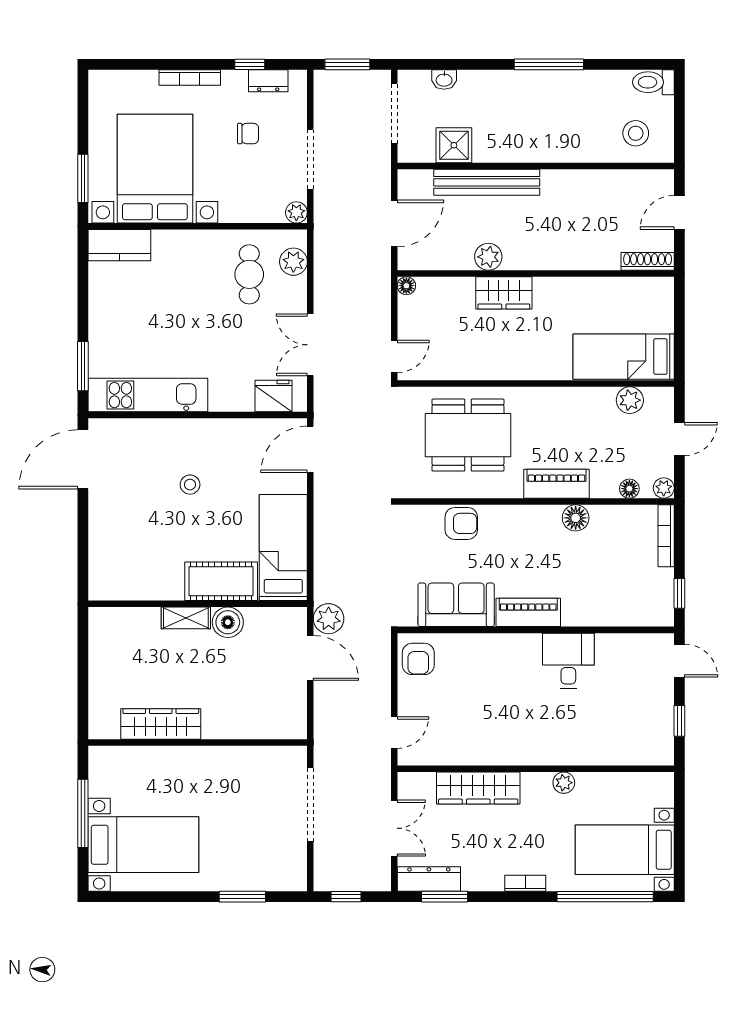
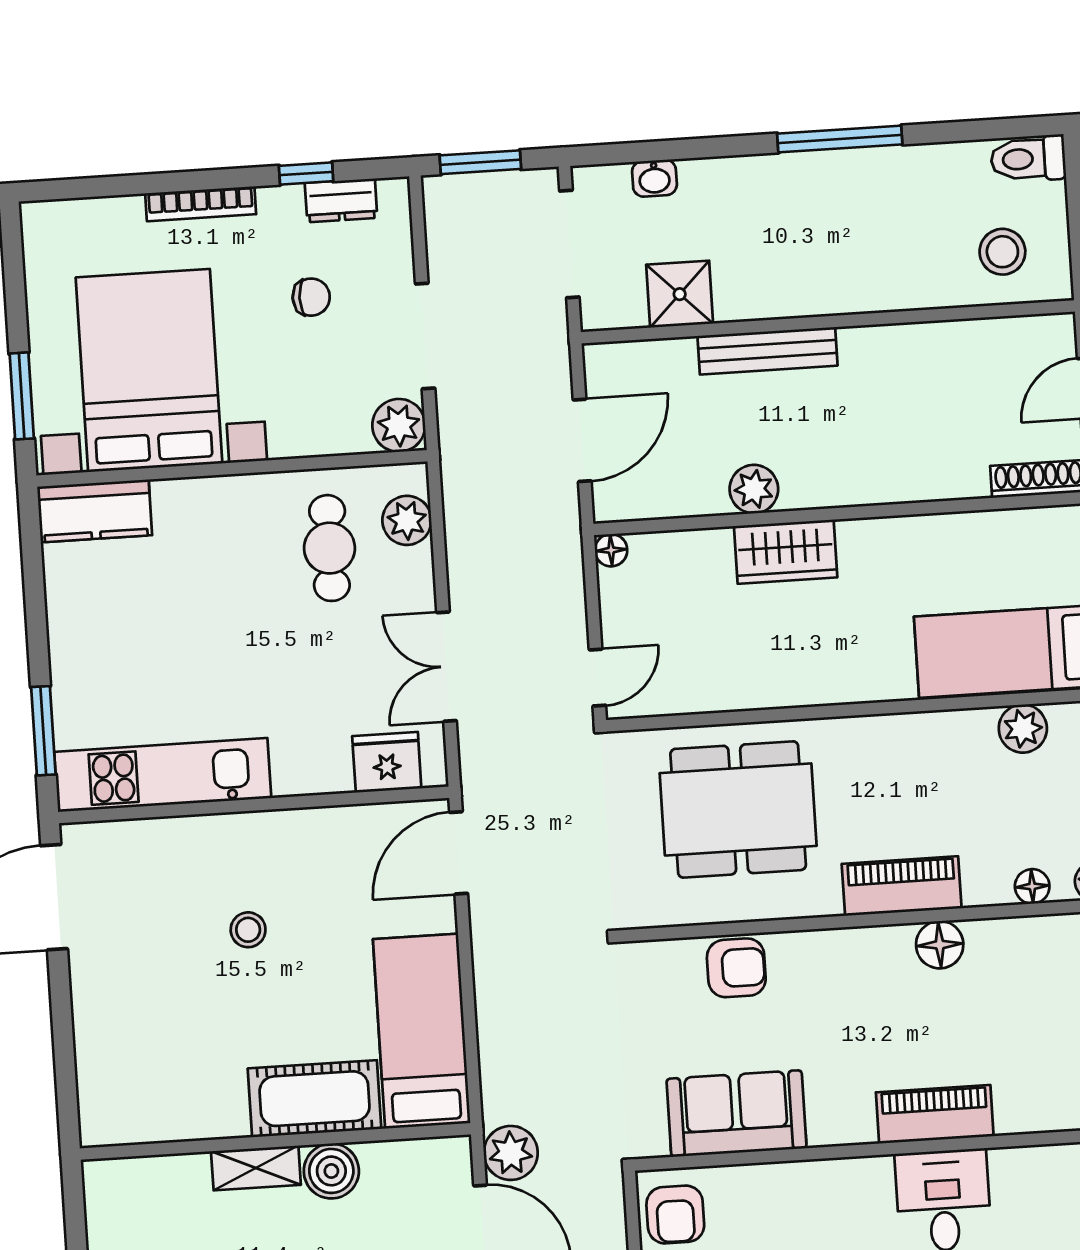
bench: (487, 182) -> (767, 351), width x0.73, depth x0.82
plant: (296, 212) -> (399, 425), width x1.38, depth x1.38
piano: (528, 612) -> (935, 1114), moved

